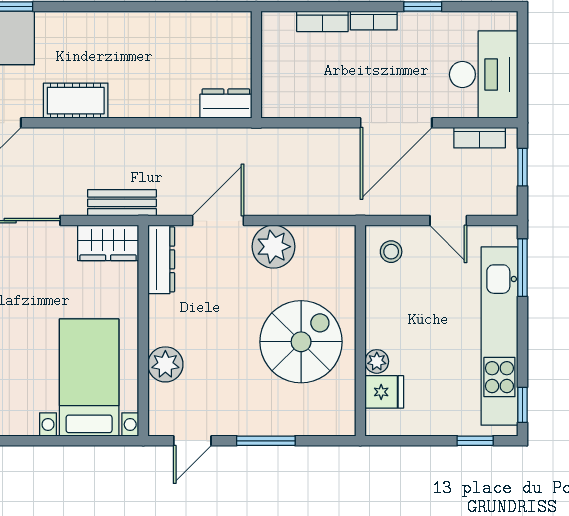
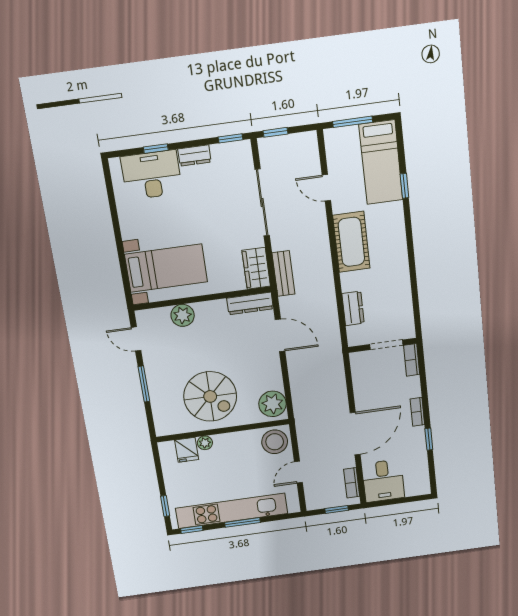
bookcase: (322, 21) -> (412, 360), moved
doorway: (256, 58) -> (386, 345), added
desk: (484, 75) -> (383, 481), width x0.73
cot: (76, 101) -> (351, 242), width x1.37, depth x1.34
dresser: (226, 104) -> (353, 308), moved
door: (396, 123) -> (355, 434), swing flipped
plant: (274, 247) -> (272, 404), moved
stool: (391, 252) -> (275, 442), width x1.89, depth x1.89
window: (522, 268) -> (242, 522), moved

